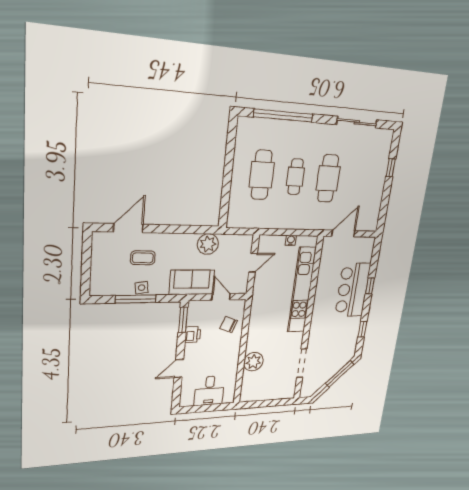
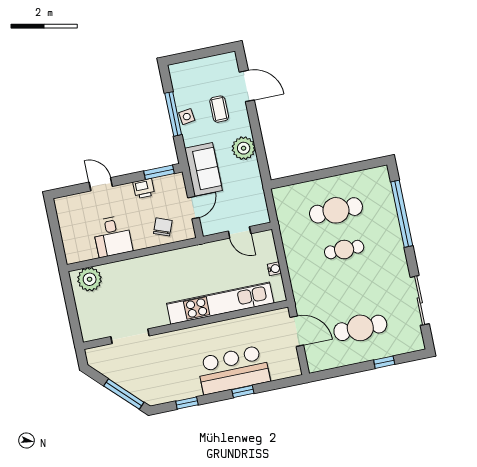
cafe table: (328, 178) -> (360, 328), moved
plant: (208, 244) -> (244, 148), moved
plant: (253, 362) -> (90, 279), moved
desk: (209, 391) -> (112, 236), moved, turned -90

